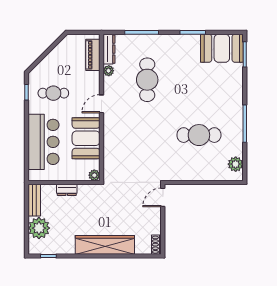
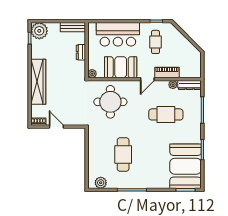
booth: (222, 48) -> (186, 166), width x1.36, depth x1.42
piano: (93, 55) -> (167, 72), moved
door: (101, 104) -> (147, 79), swing flipped
round table: (131, 152) -> (110, 102), added
door: (163, 197) -> (56, 127), moved
plant: (39, 228) -> (39, 31), moved

